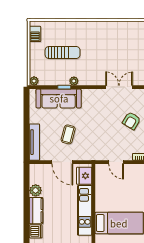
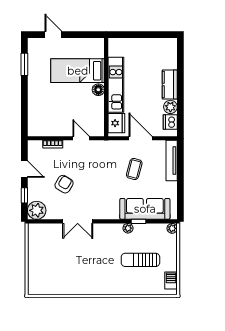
floor lamp: (101, 206) -> (98, 90), added
dishwasher: (36, 231) -> (170, 122), moved

